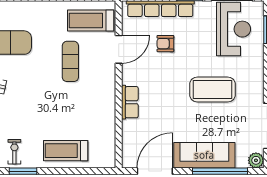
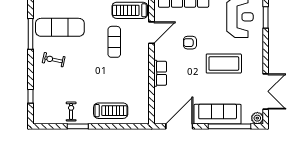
armchair: (165, 44) -> (190, 43), moved
treadmill: (66, 151) -> (111, 111), turned 180

